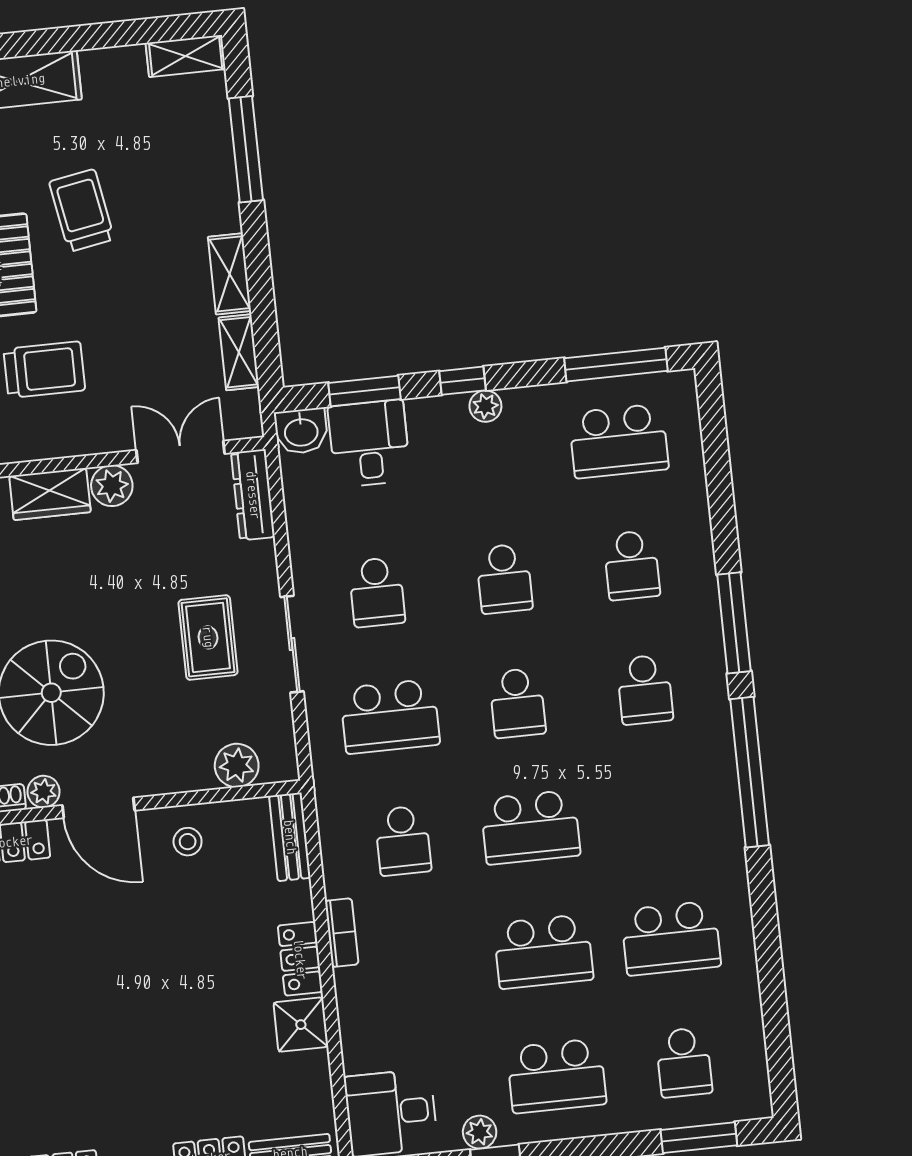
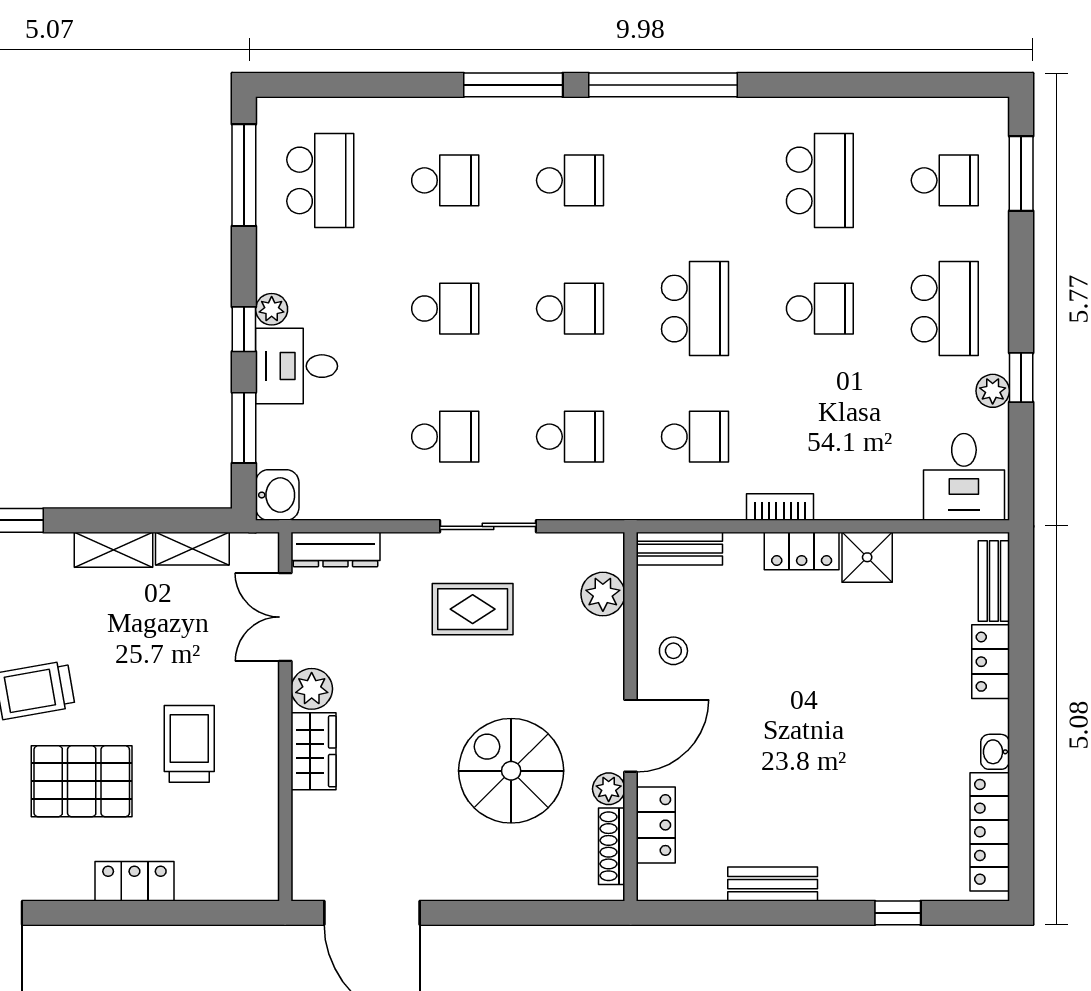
desk: (369, 443) -> (297, 366), moved
school desk: (390, 716) -> (570, 437), width x0.54
school desk: (543, 952) -> (820, 309), width x0.54

